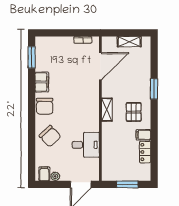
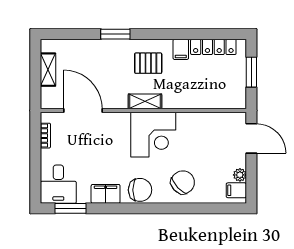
corner desk: (83, 116) -> (153, 135), added
desk: (86, 145) -> (58, 184), moved, turned 180
locker: (145, 152) -> (213, 47), width x1.53

